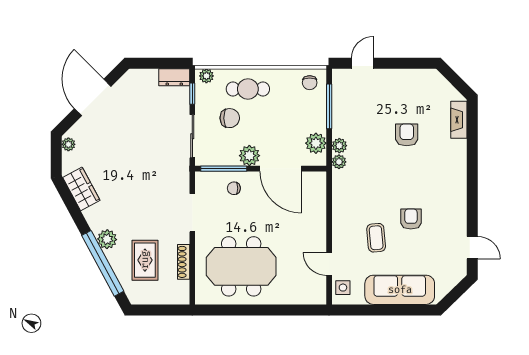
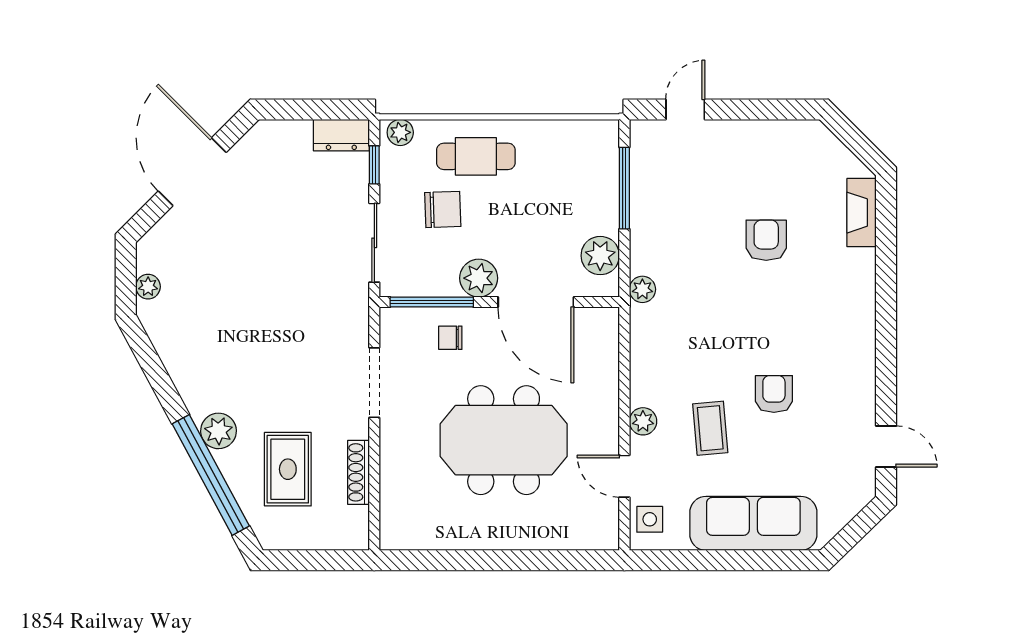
chair: (310, 83) -> (589, 145), removed
plant: (68, 144) -> (148, 287), moved
plant: (339, 146) -> (643, 421), moved
wardrobe: (81, 189) -> (172, 339), removed
meeting table: (241, 266) -> (504, 440), moved

